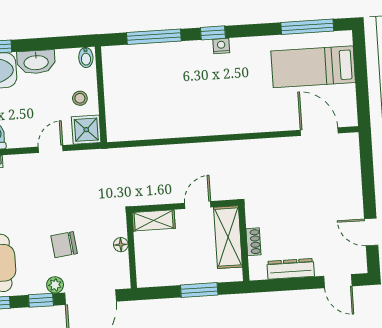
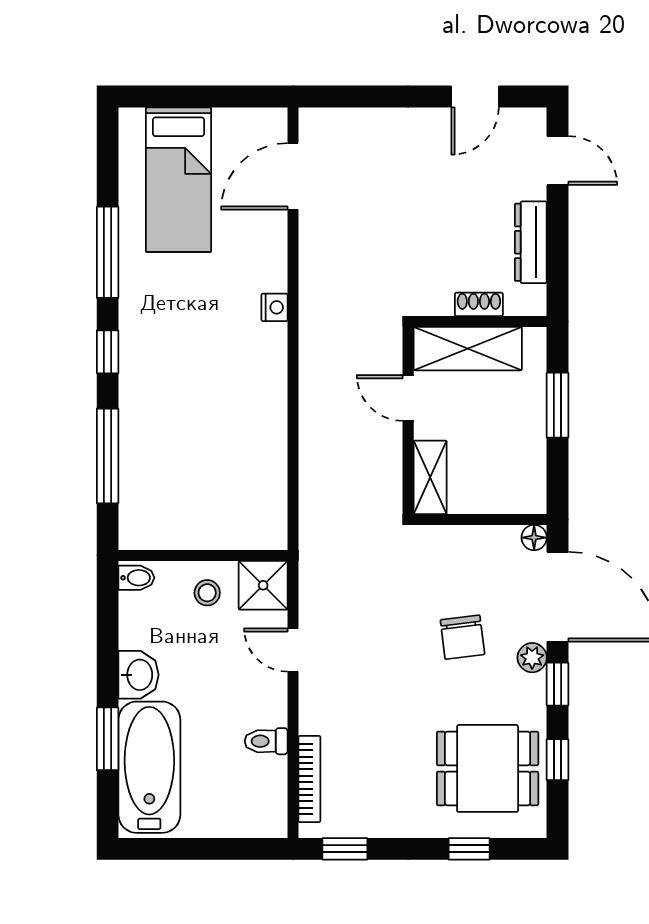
window: (307, 27) -> (108, 252), moved
nightstand: (221, 46) -> (275, 307), moved, turned 180
washbasin: (36, 62) -> (139, 675), width x0.72
floor lamp: (121, 245) -> (534, 538), moved
door: (338, 281) -> (558, 161), hinge flipped

